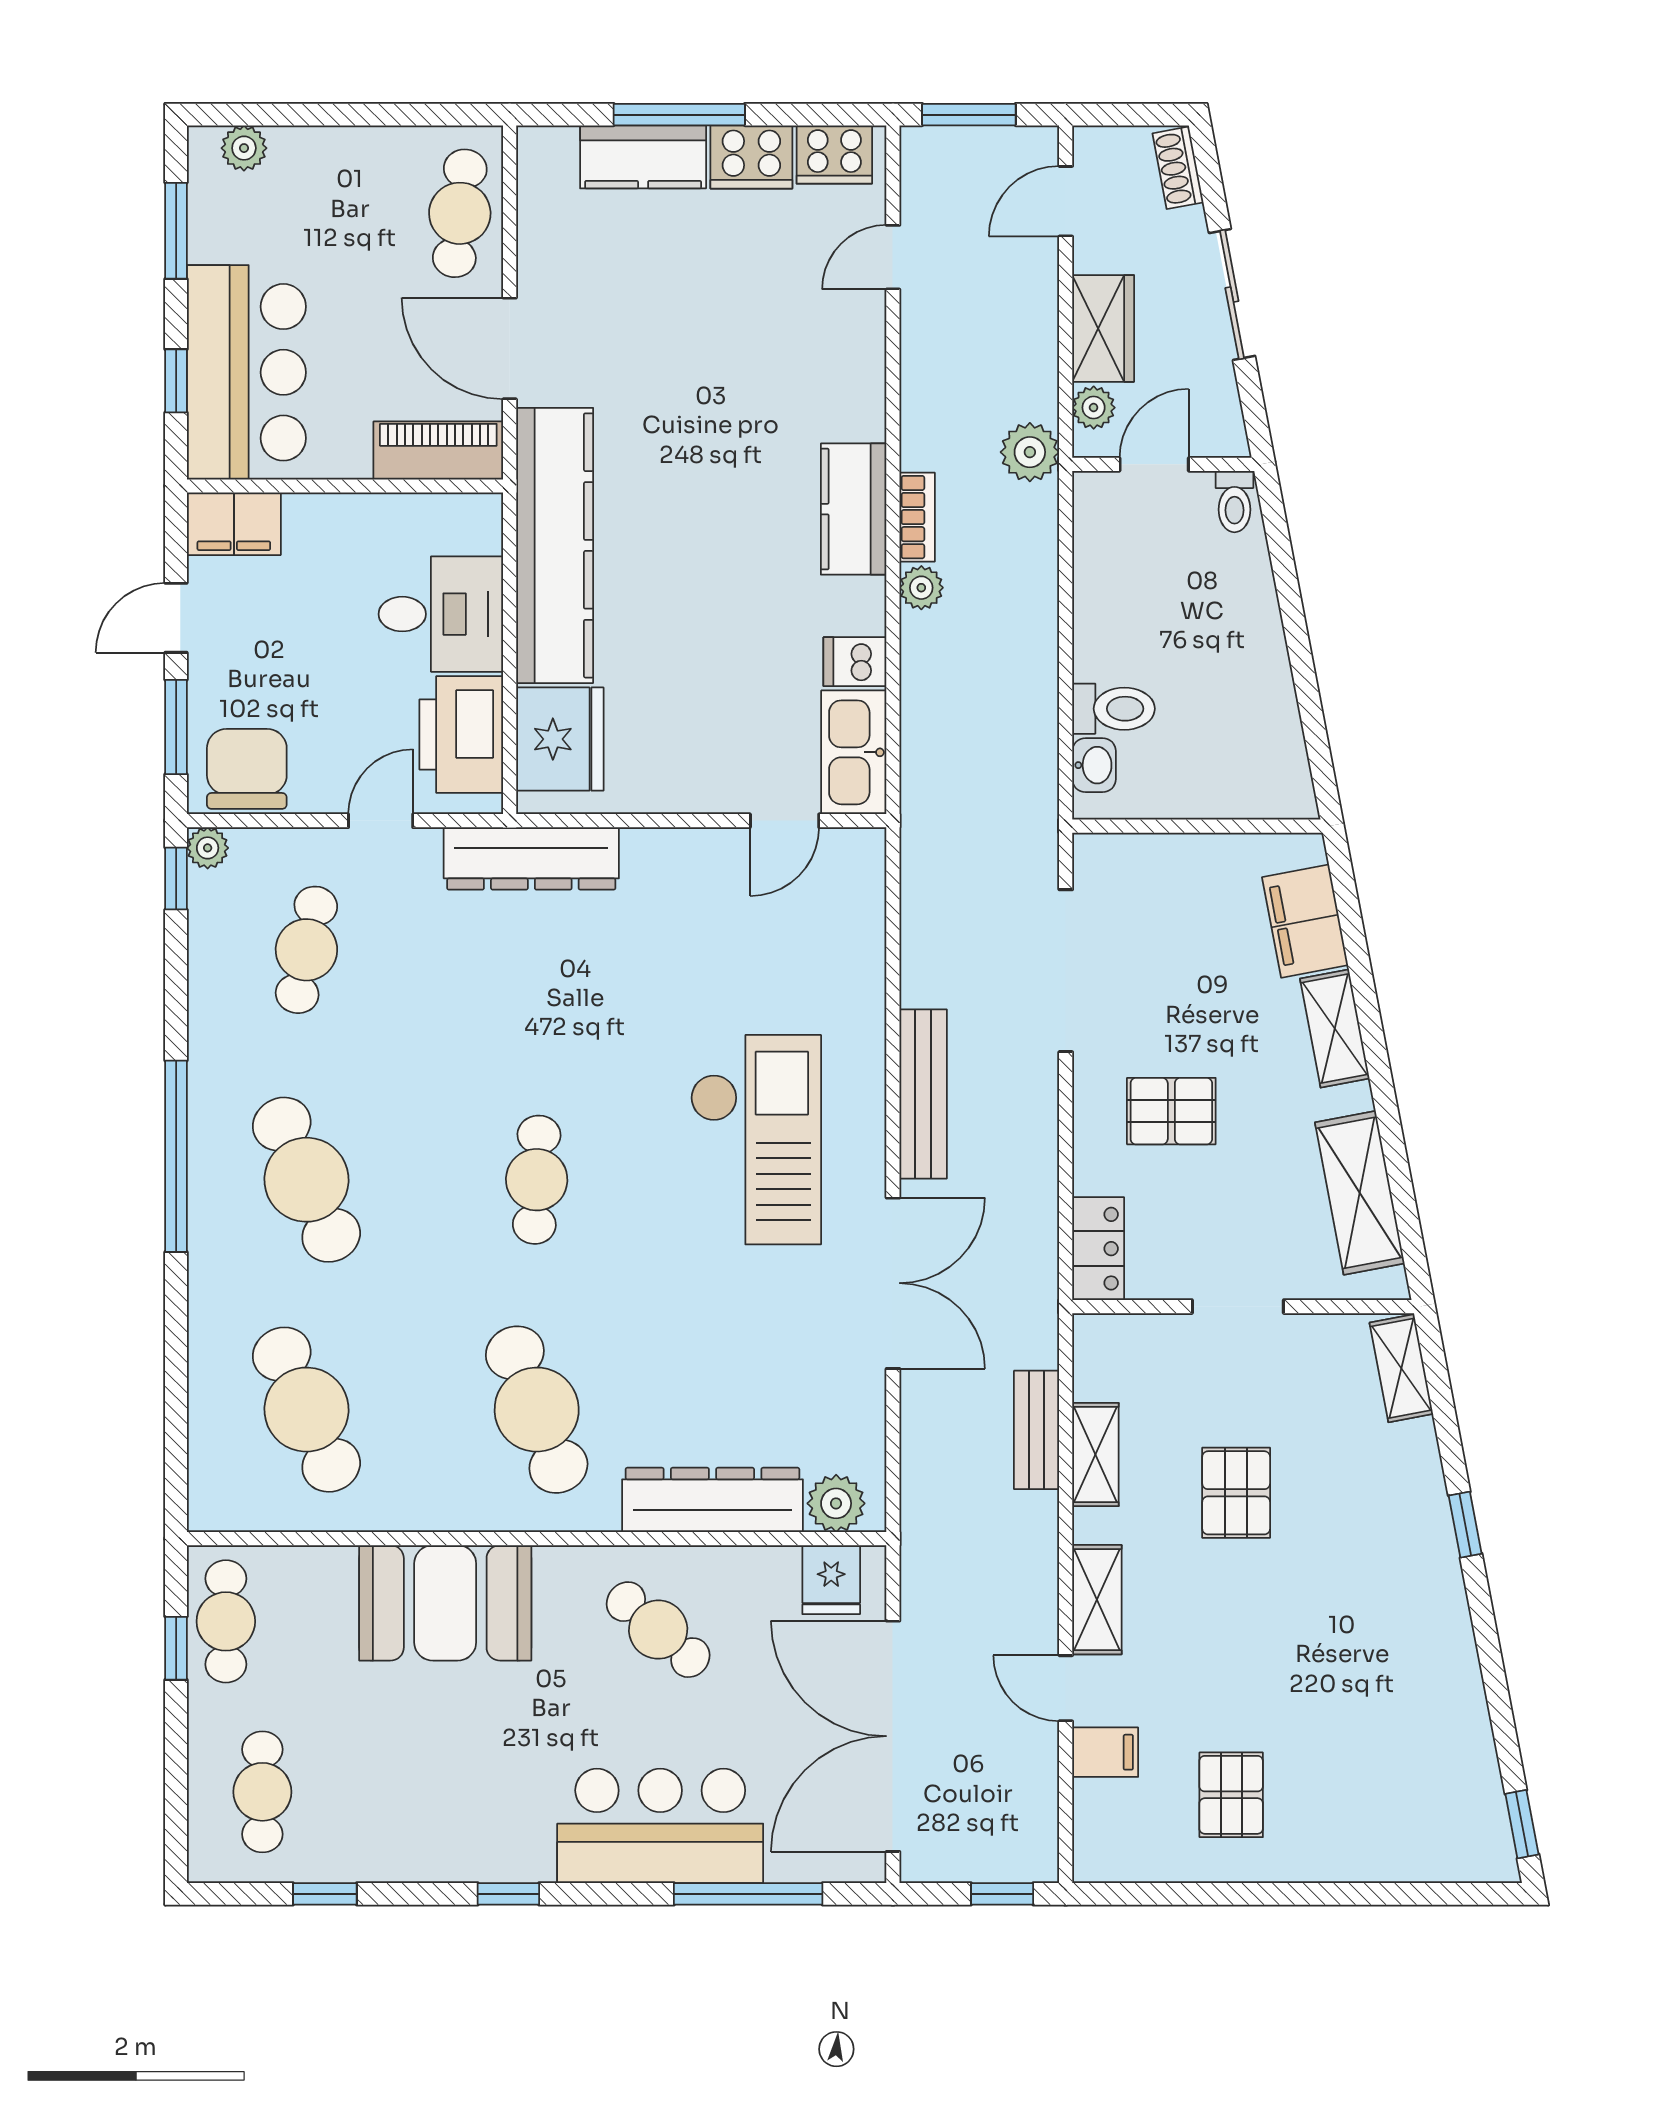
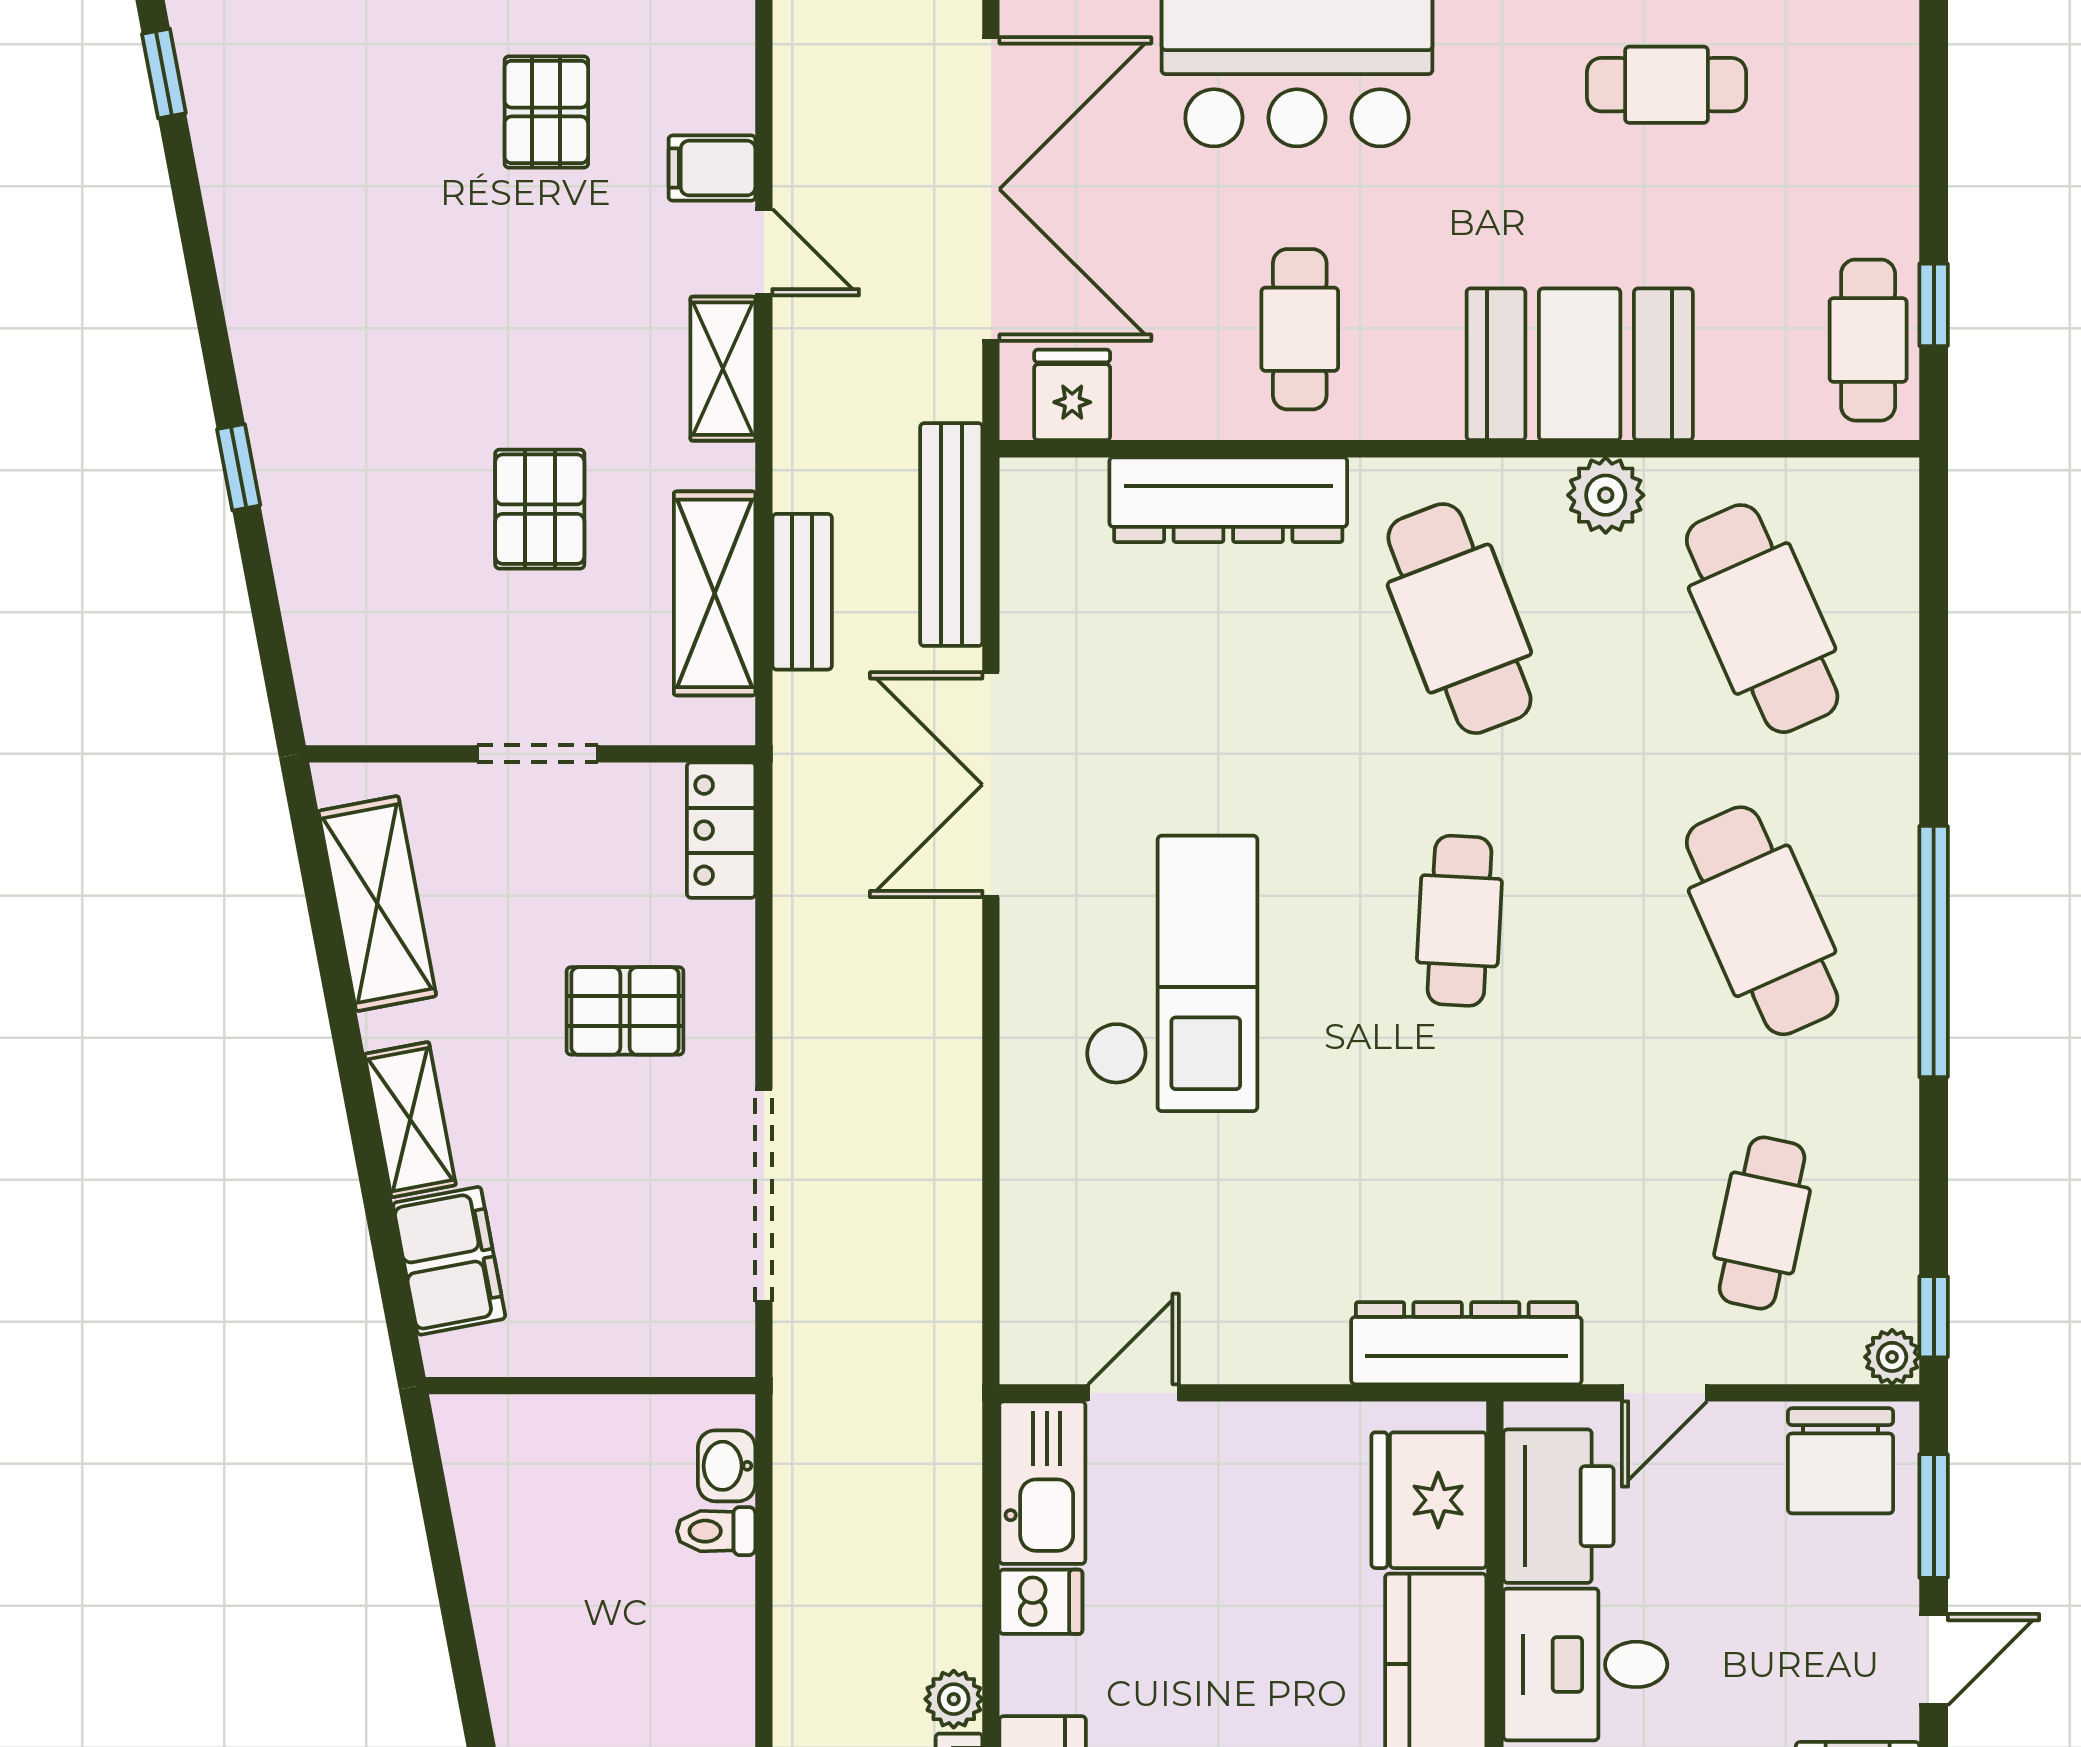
toilet: (1114, 709) -> (716, 1531), width x0.73, depth x0.72
bench: (923, 1094) -> (951, 535), moved
checkout: (756, 1140) -> (1171, 973), turned 180
shelving: (1401, 1368) -> (323, 673), removed
shelving: (1095, 1455) -> (715, 593), width x1.50, depth x1.33
plant: (836, 1503) -> (1606, 495), moved
cafe table: (658, 1630) -> (1300, 329), turned 49
cafe table: (262, 1792) -> (1666, 85), moved, turned 90

